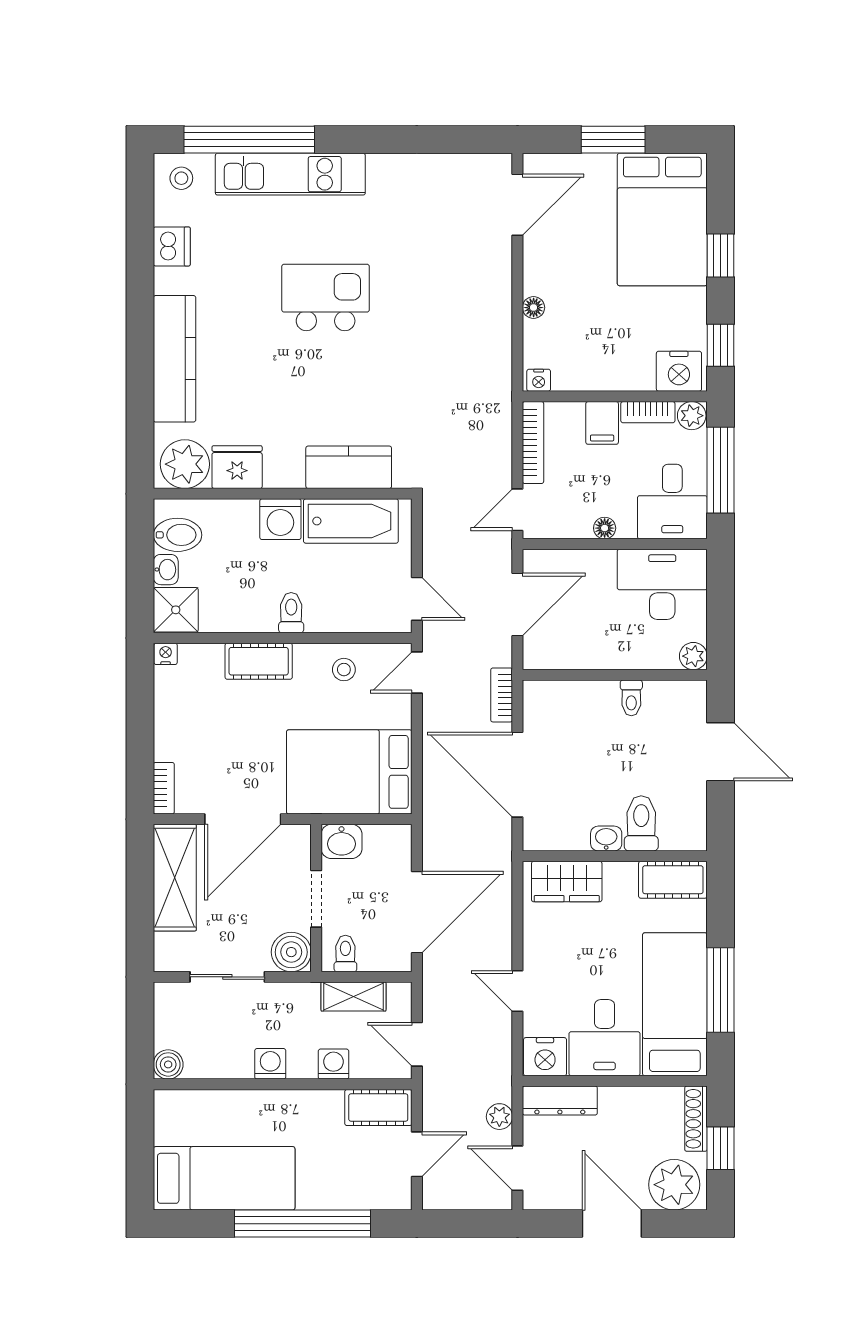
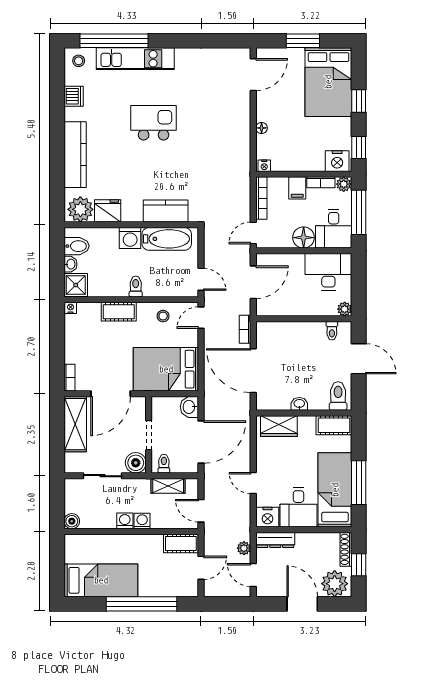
floor lamp: (605, 528) -> (304, 238), width x1.89, depth x1.89
toilet: (631, 698) -> (332, 331), moved
toilet: (641, 823) -> (338, 396), moved
washbasin: (342, 841) -> (189, 407), moved, turned 90
washing machine: (333, 1064) -> (142, 521), moved

